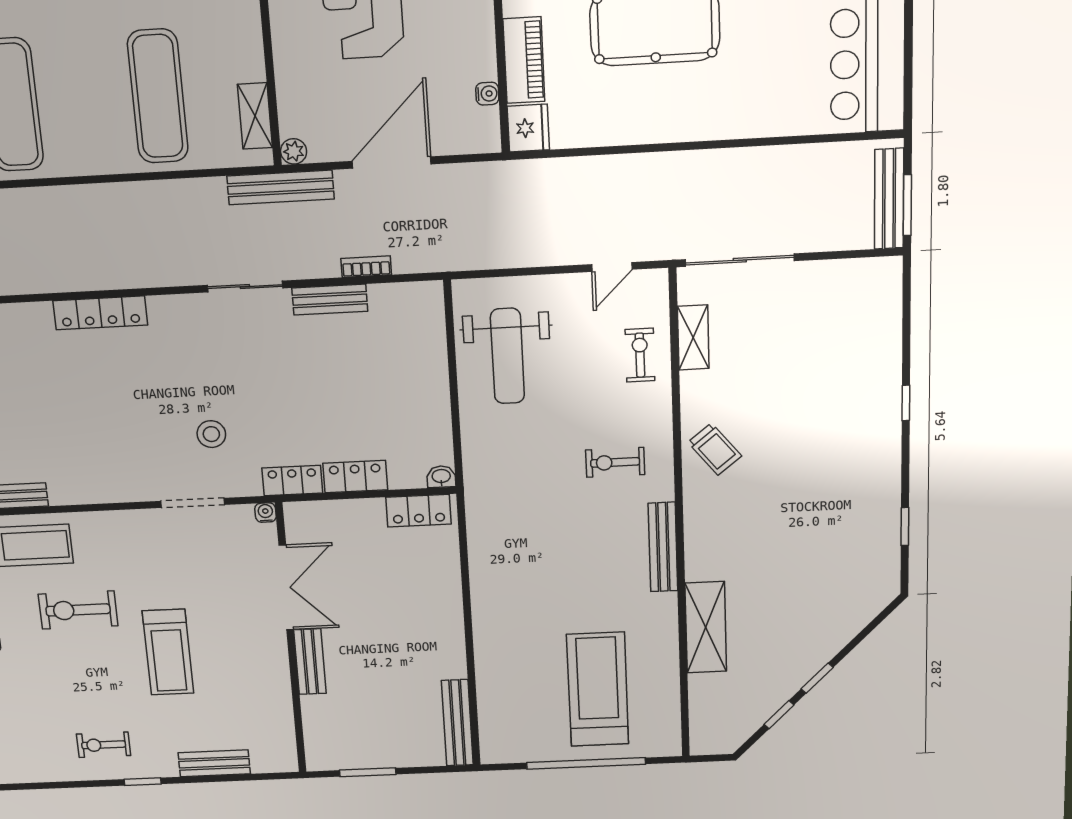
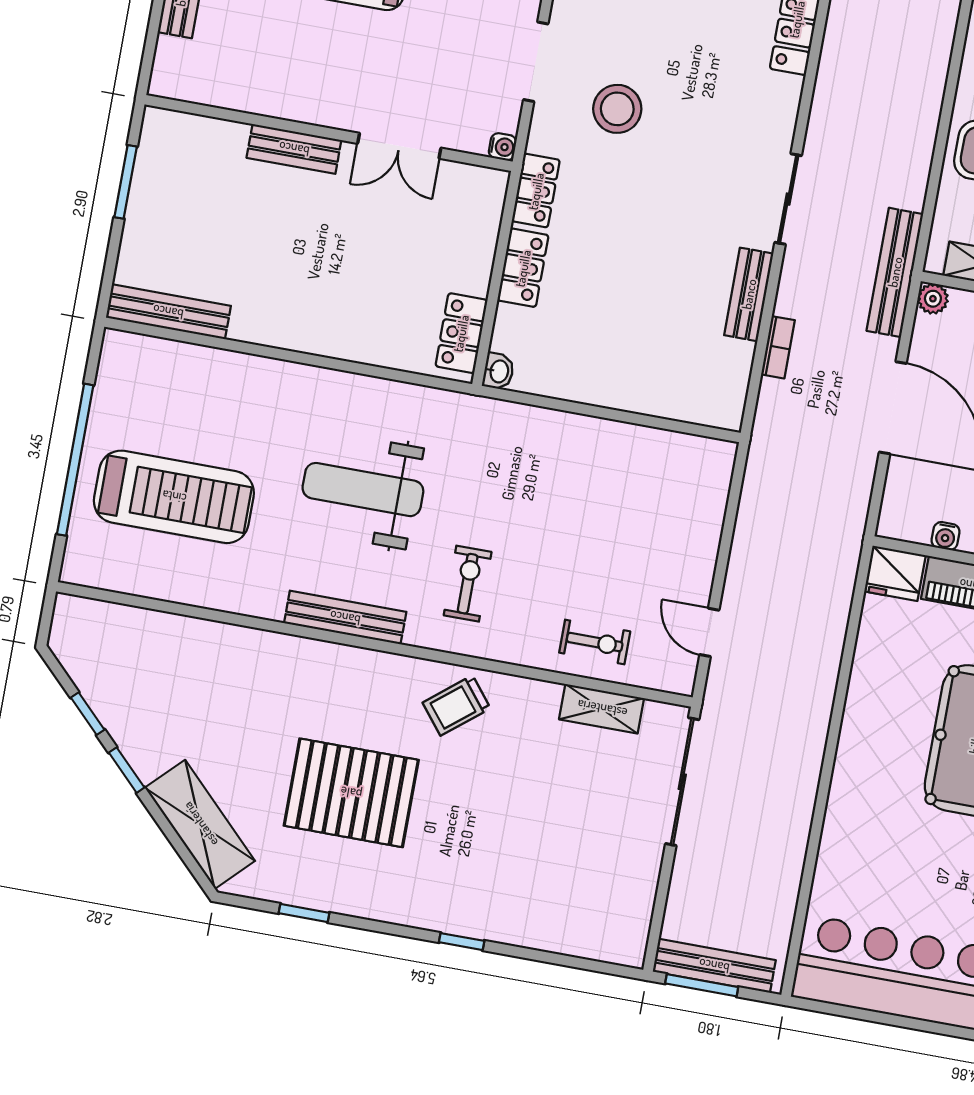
weight bench: (507, 356) -> (363, 490), moved
stool: (211, 434) -> (617, 109), width x1.38, depth x1.38
pallet: (801, 512) -> (351, 793), added
double door: (286, 588) -> (399, 146), width x0.73
shelving: (706, 627) -> (200, 824), moved, turned 45

